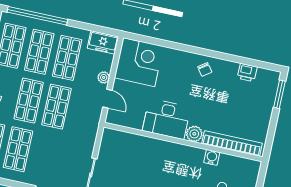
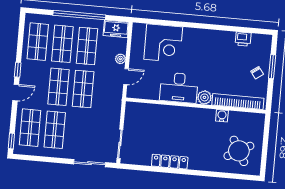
window: (37, 16) -> (79, 15), moved
corner desk: (139, 62) -> (163, 43), moved, turned 90
chair: (205, 69) -> (257, 73), moved
window: (279, 94) -> (272, 67), moved
door: (107, 99) -> (126, 77), hinge flipped

